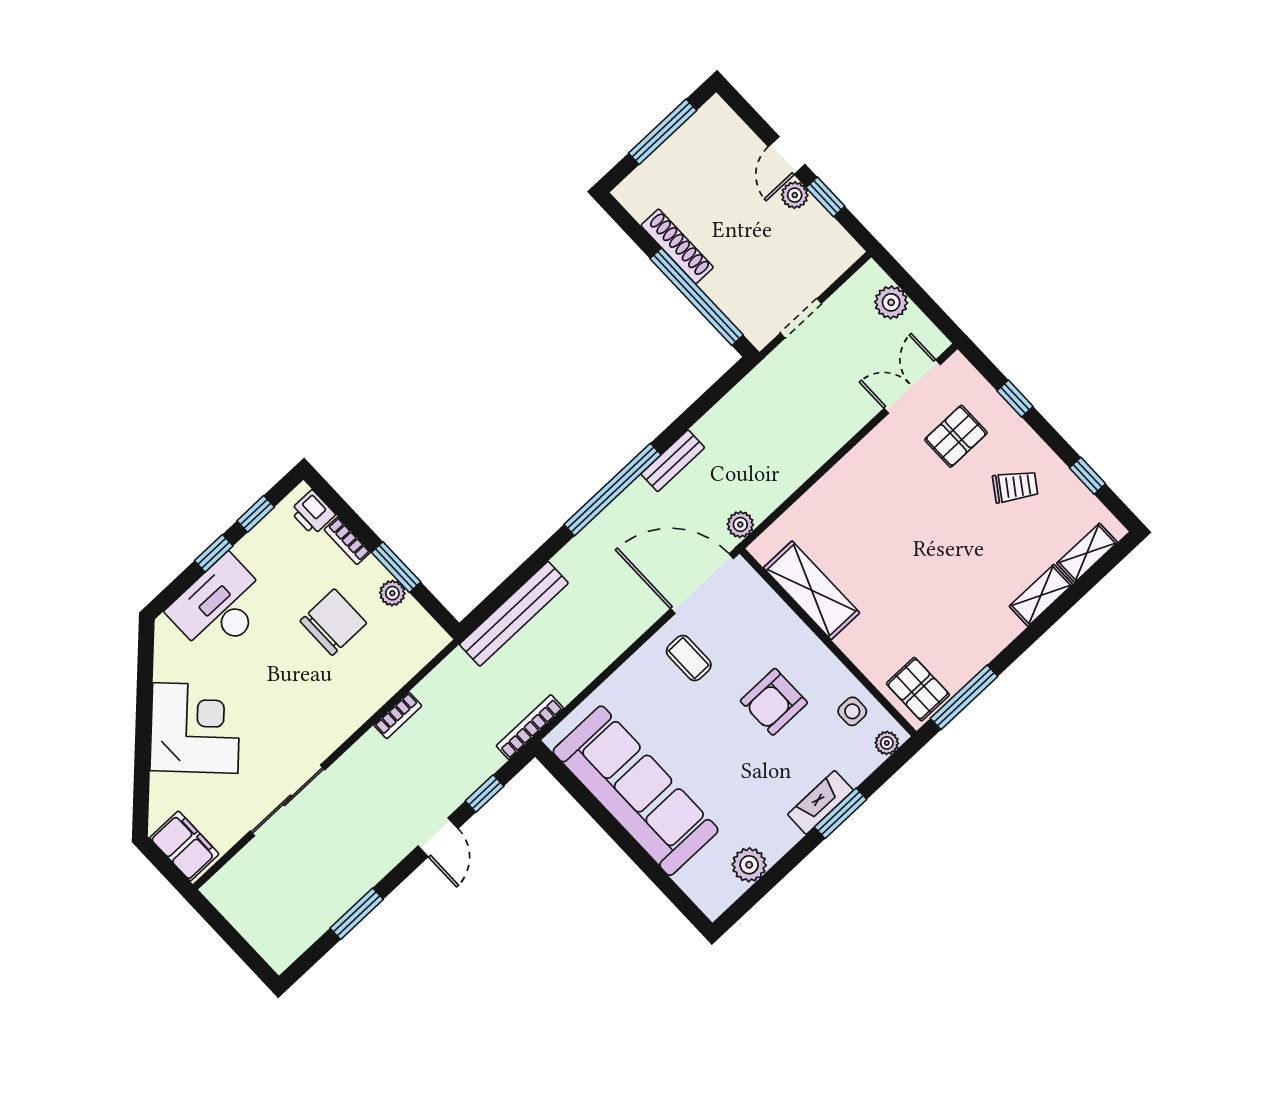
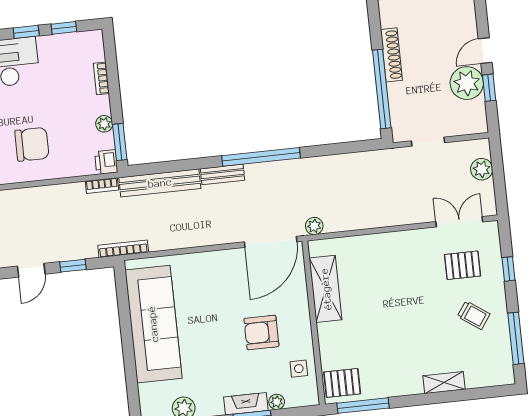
plant: (795, 195) -> (467, 83), width x1.87, depth x1.87
bench: (673, 461) -> (223, 174), moved
window: (1087, 476) -> (516, 338), width x2.17
printer: (313, 513) -> (106, 162), moved
shelving: (1087, 553) -> (485, 379), removed
window: (396, 567) -> (120, 142), moved
door: (702, 584) -> (271, 242), swing flipped
chair: (333, 622) -> (32, 144), moved
coffee table: (689, 658) -> (234, 276), removed
pallet: (918, 689) -> (342, 383), turned 90
bookcase: (398, 715) -> (102, 186), moved
plant: (887, 743) -> (277, 402), moved

